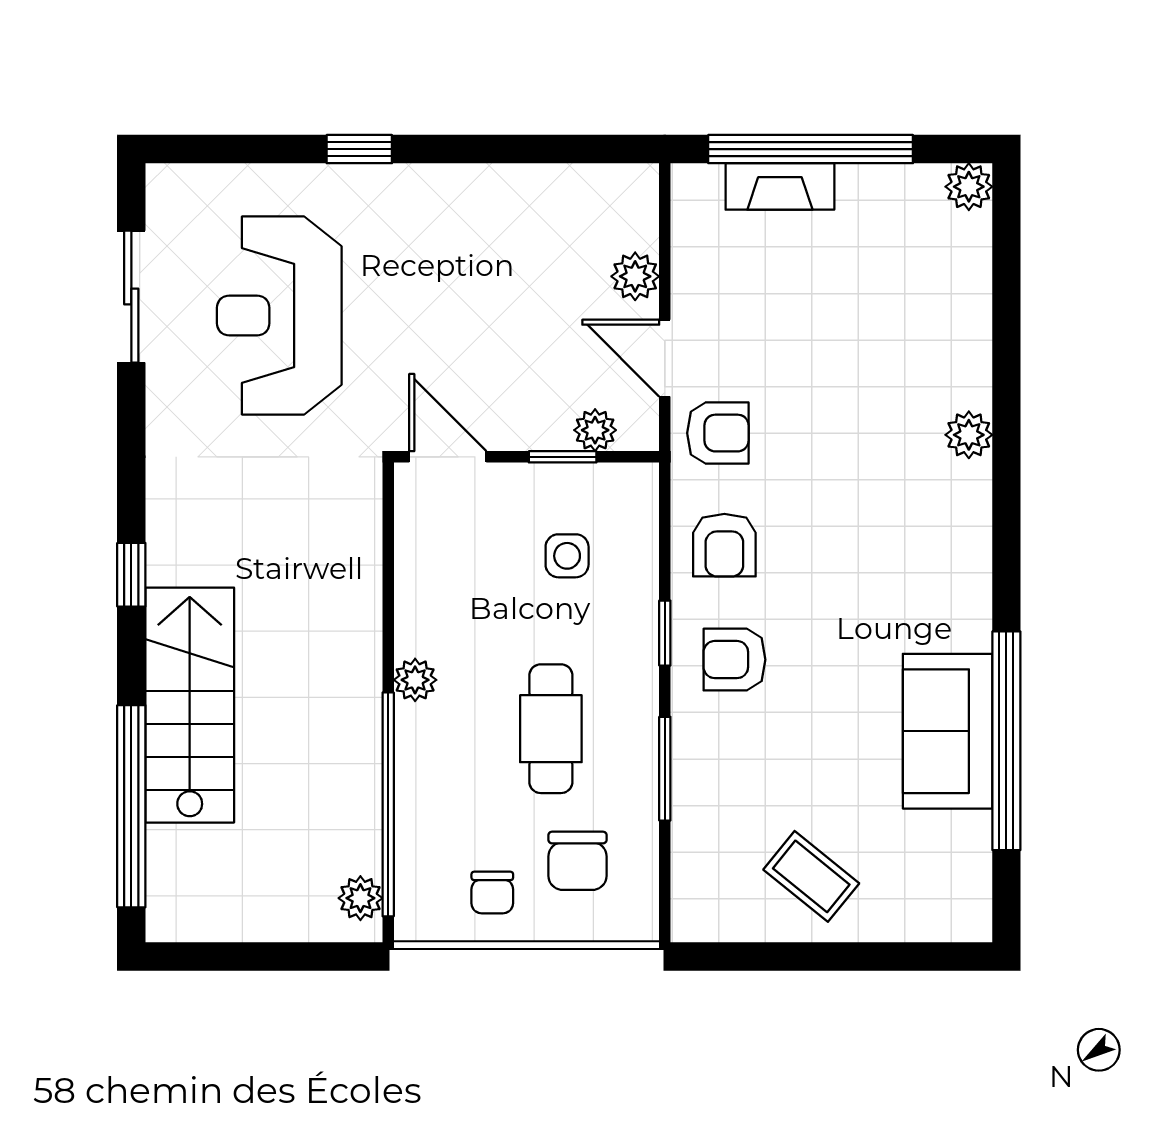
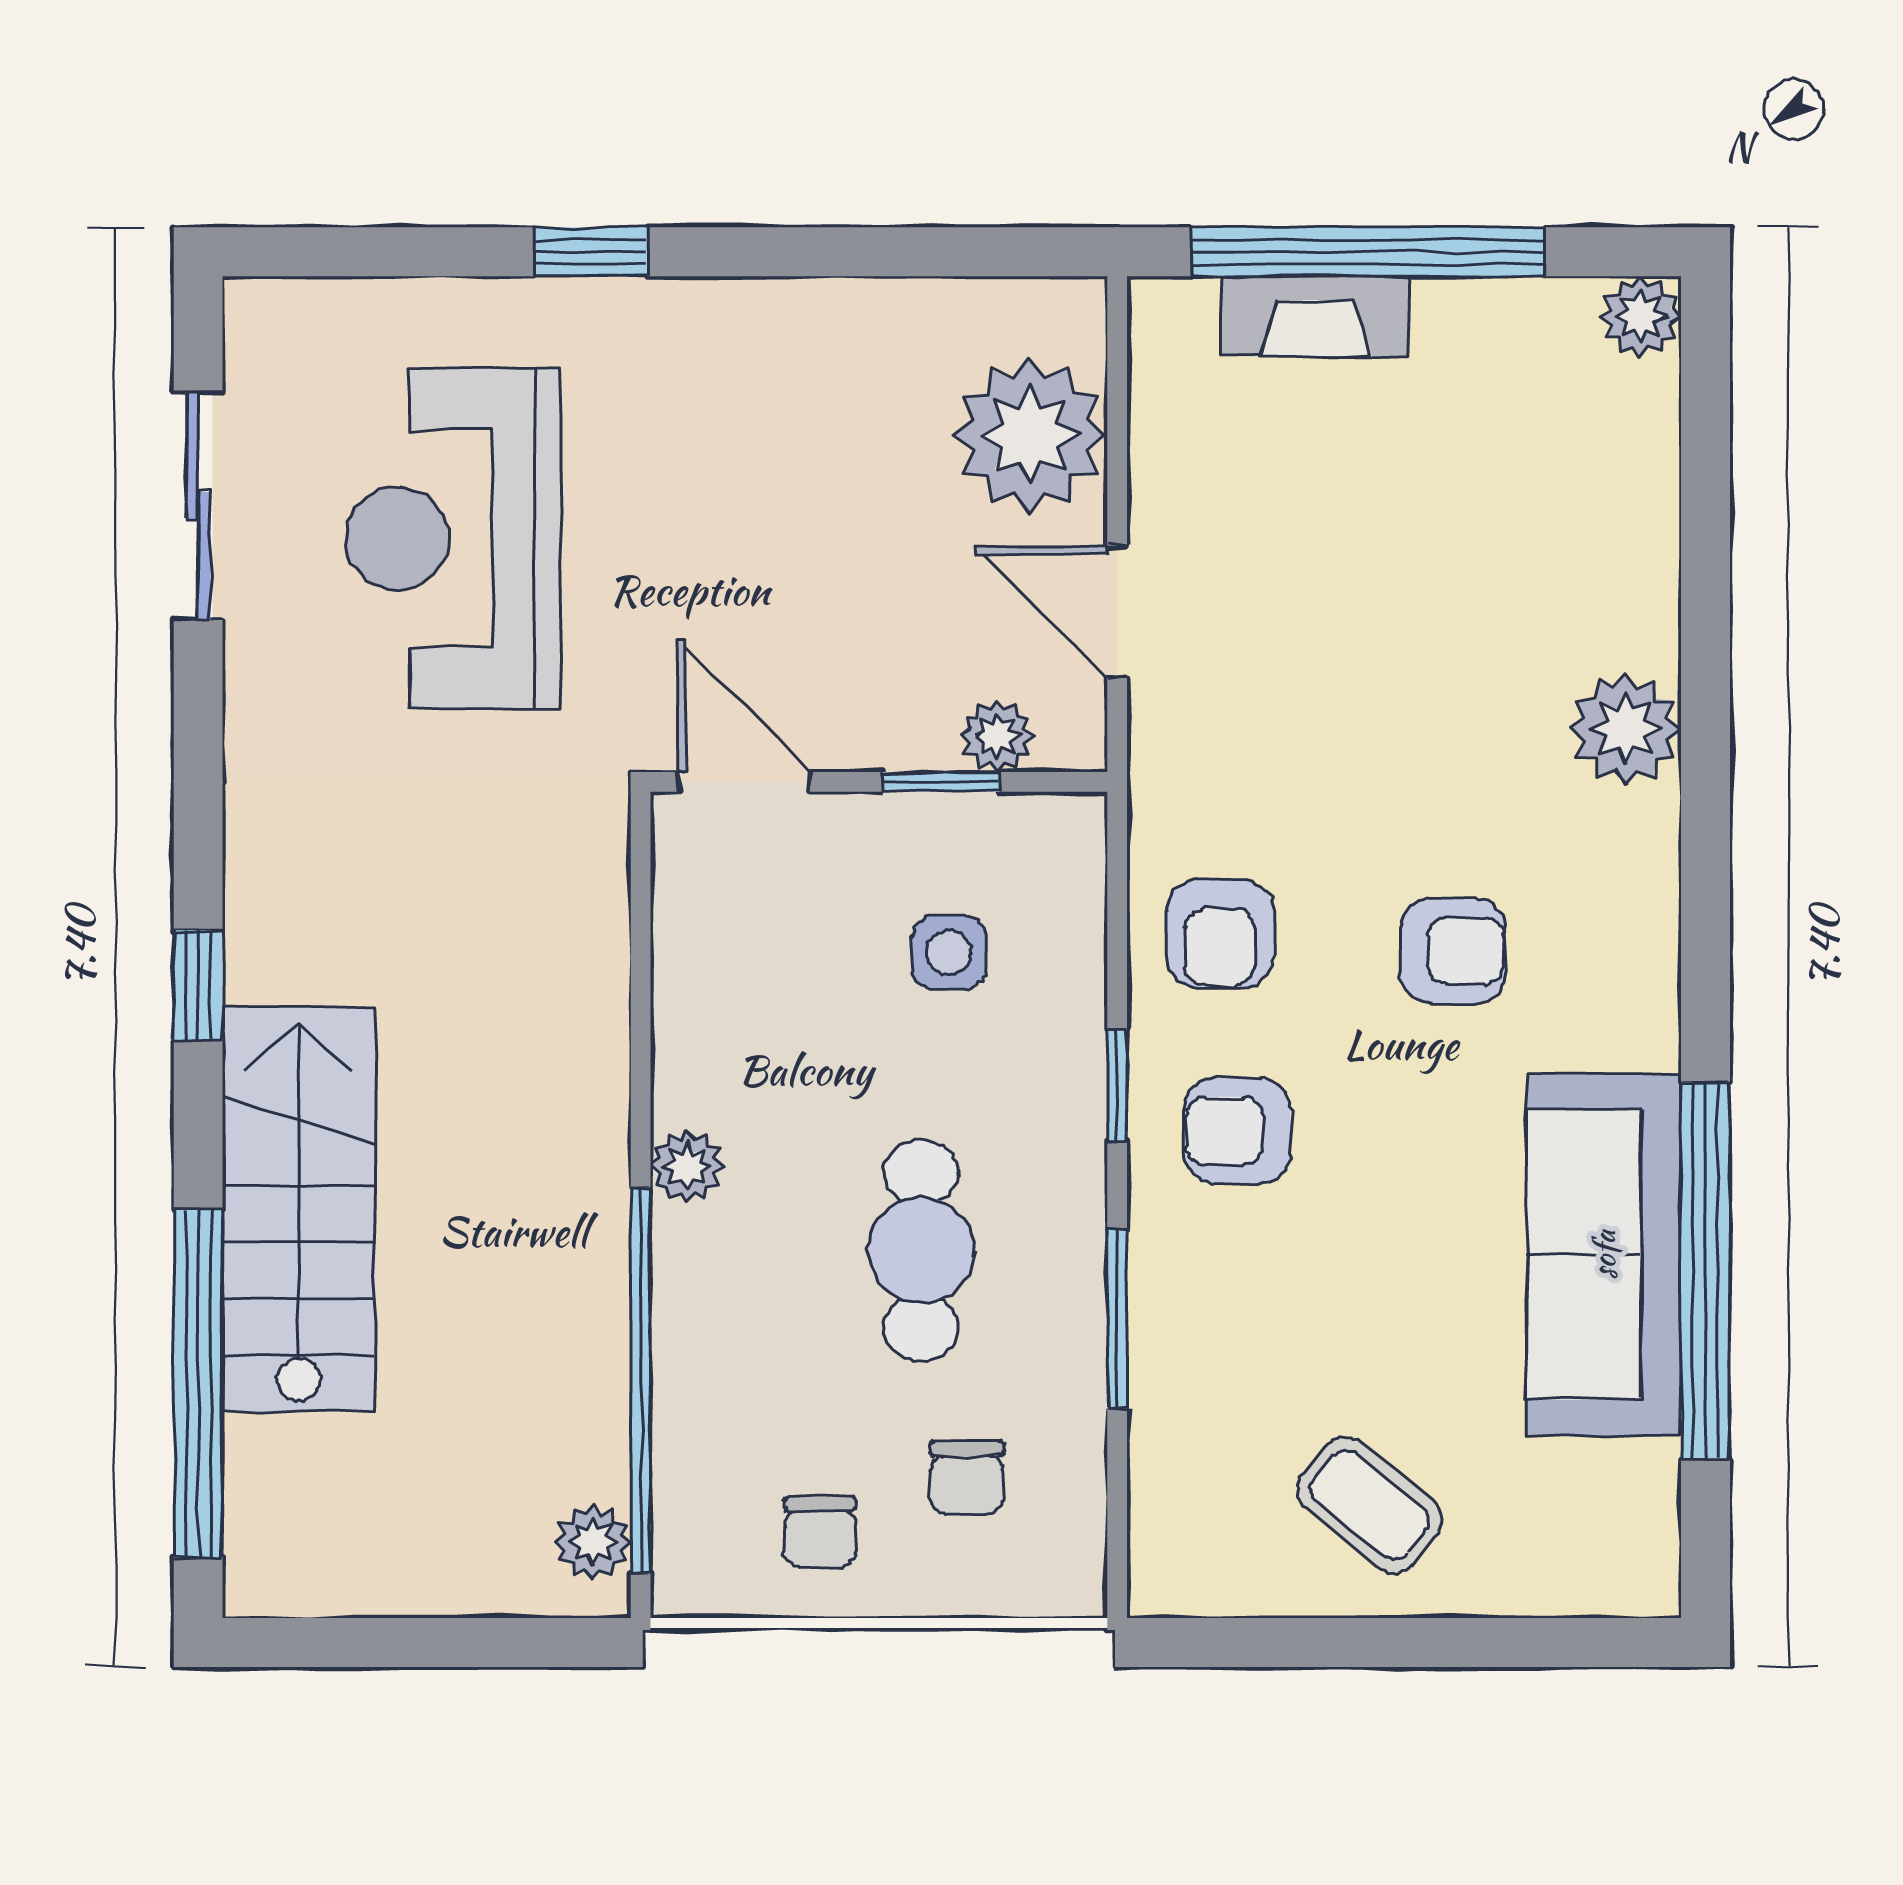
plant: (635, 276) -> (1030, 435), width x1.87, depth x1.87
armchair: (718, 433) -> (1453, 951), moved
plant: (969, 435) -> (1626, 729), width x1.38, depth x1.38
sofa: (948, 731) -> (1604, 1255), width x1.36
chair: (578, 861) -> (967, 1478), width x0.73, depth x0.73

